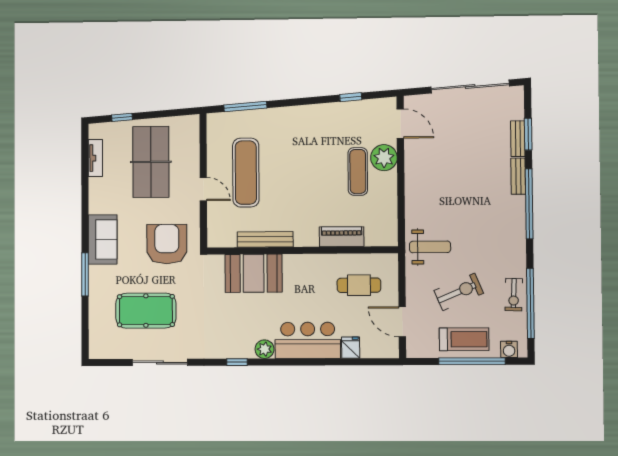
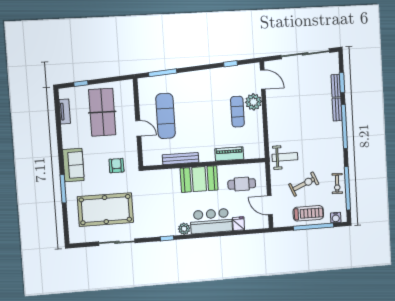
armchair: (167, 244) -> (116, 166), width x0.53, depth x0.53
booth: (254, 273) -> (199, 179), moved
pool table: (146, 311) -> (105, 210), width x1.36, depth x1.32

